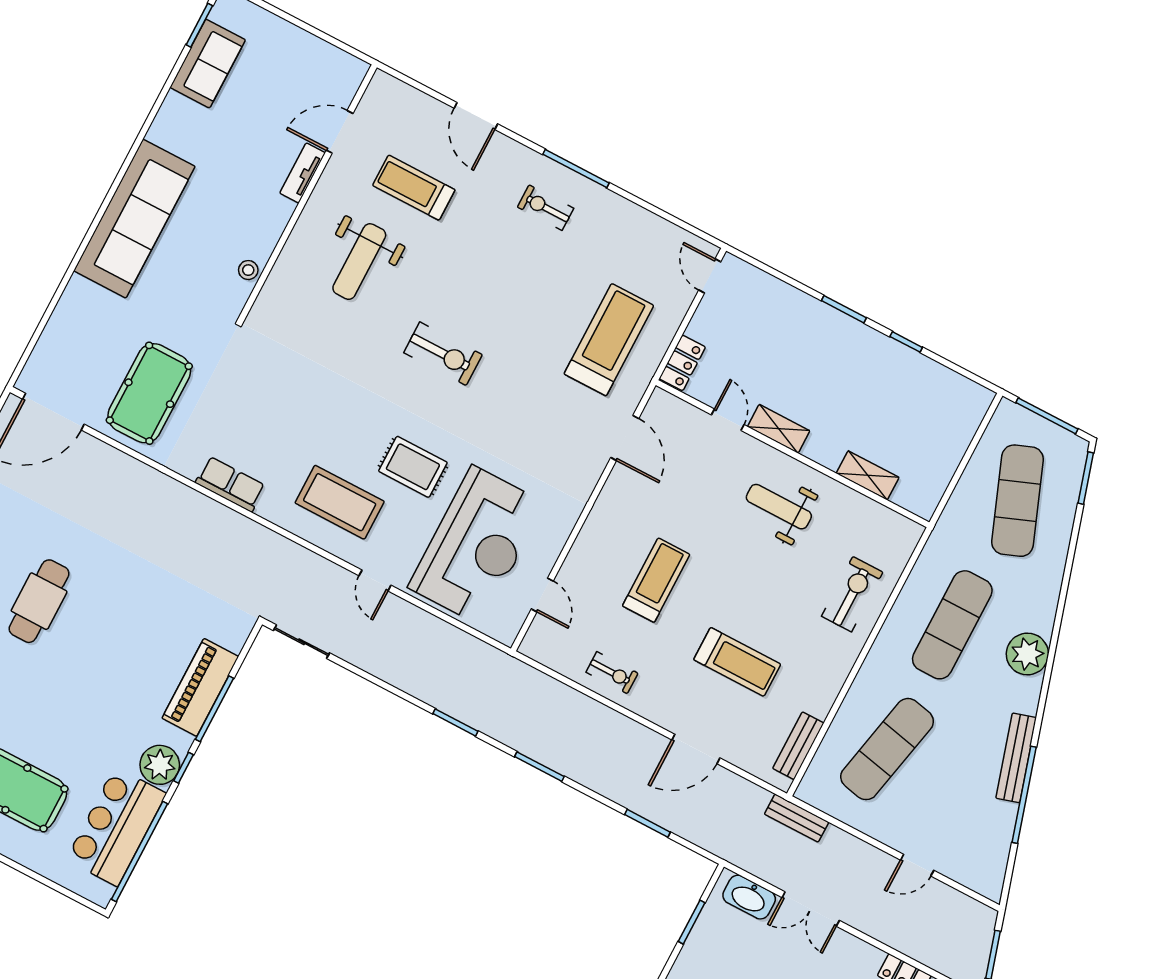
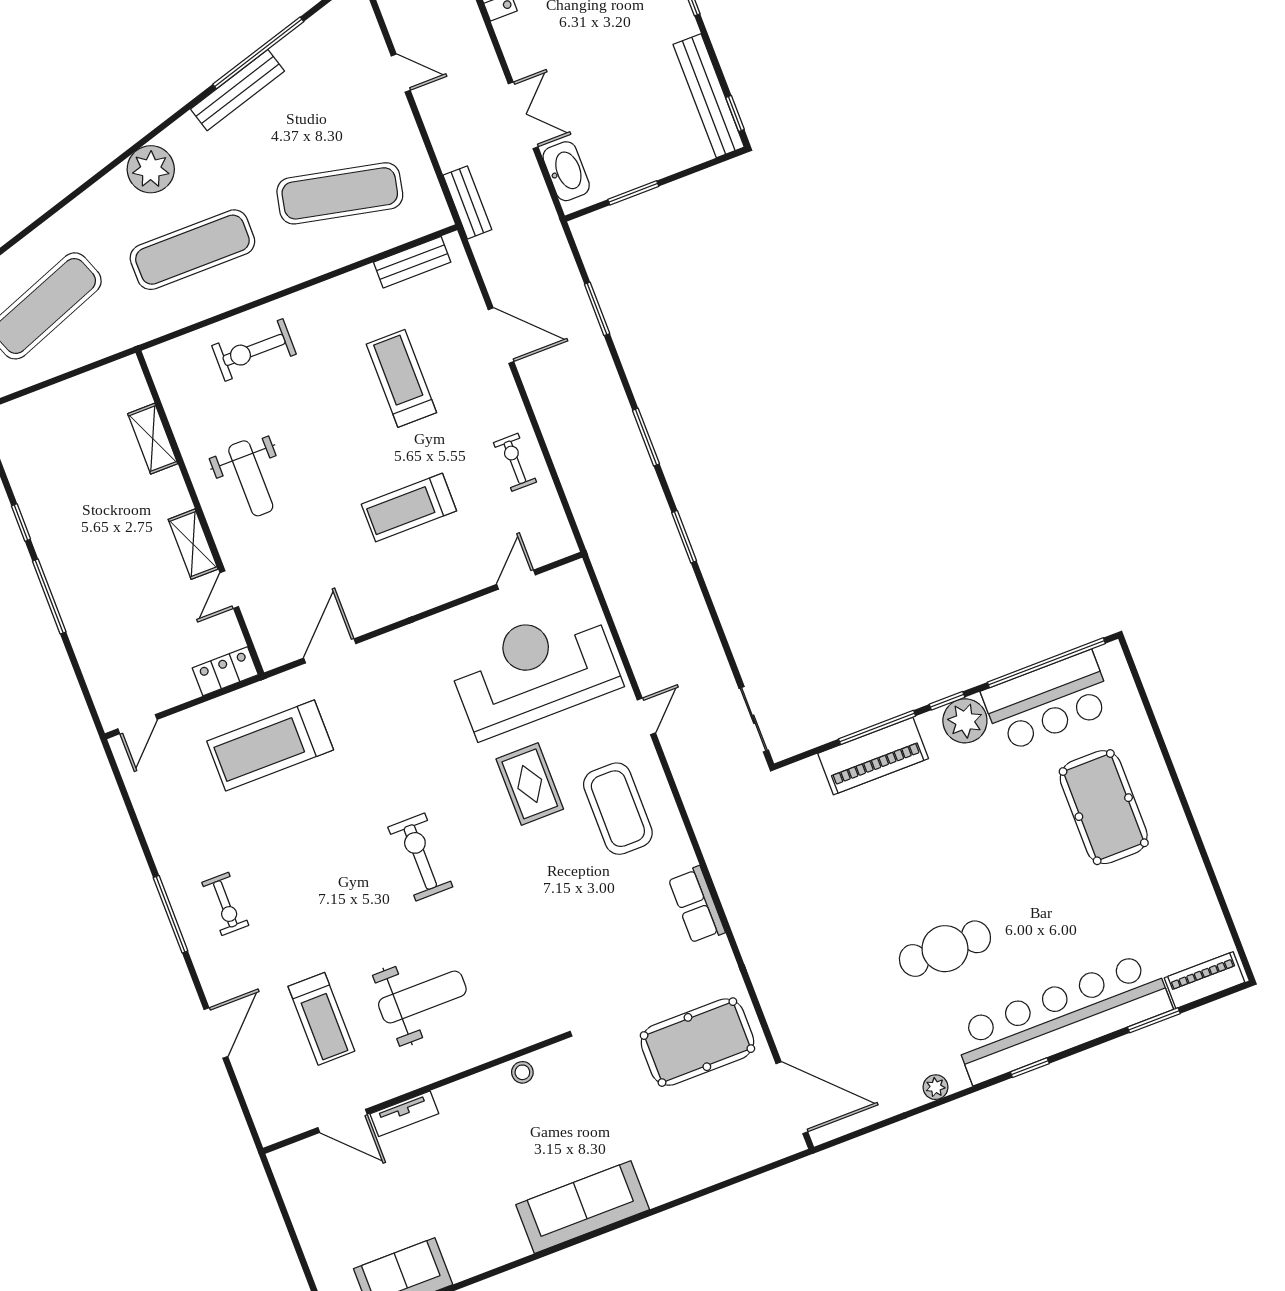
sofa: (134, 219) -> (583, 1207), width x0.74, depth x0.79
window: (844, 309) -> (49, 596), width x1.44

